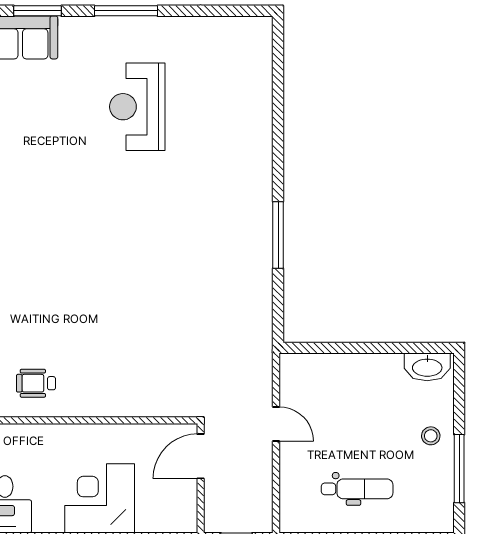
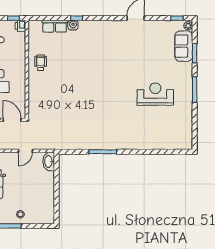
washbasin: (427, 367) -> (49, 162), moved
wheelchair: (36, 383) -> (41, 63), moved

